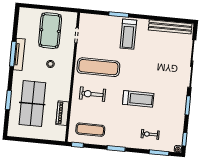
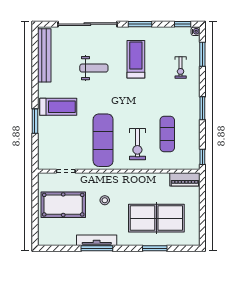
weight bench: (156, 65) -> (94, 68), added
treadmill: (138, 99) -> (136, 59), moved
piano: (62, 113) -> (185, 179), moved
exercise mat: (90, 130) -> (167, 134), moved

